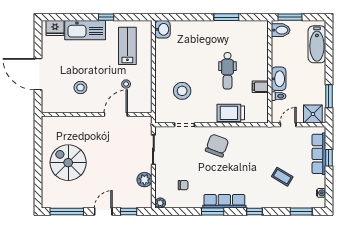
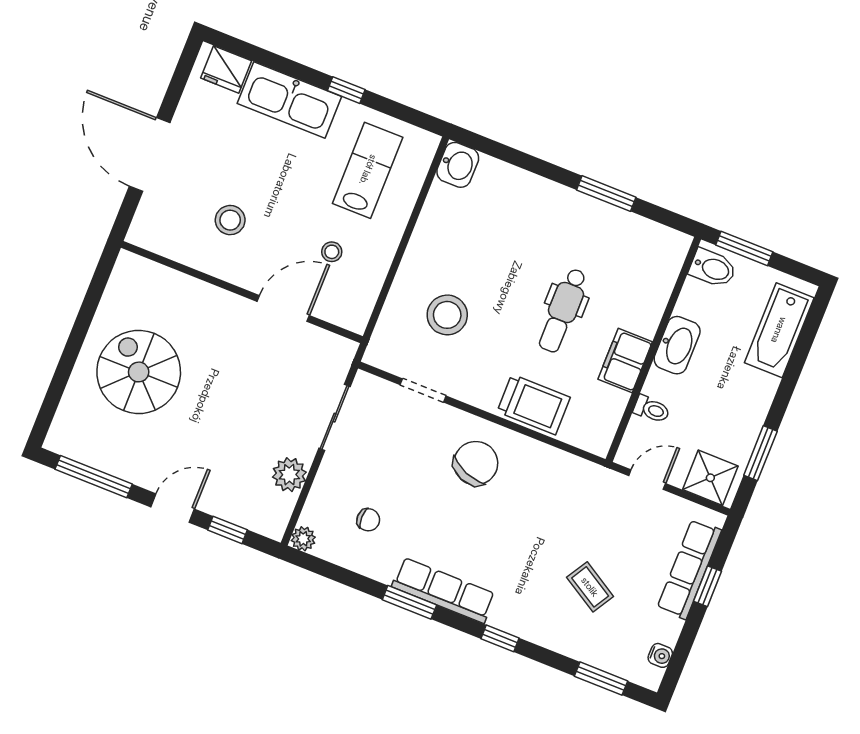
washbasin: (279, 79) -> (677, 345), moved
filing cabinet: (260, 87) -> (625, 360), width x2.00
trolley: (231, 113) -> (534, 405), turned 180

